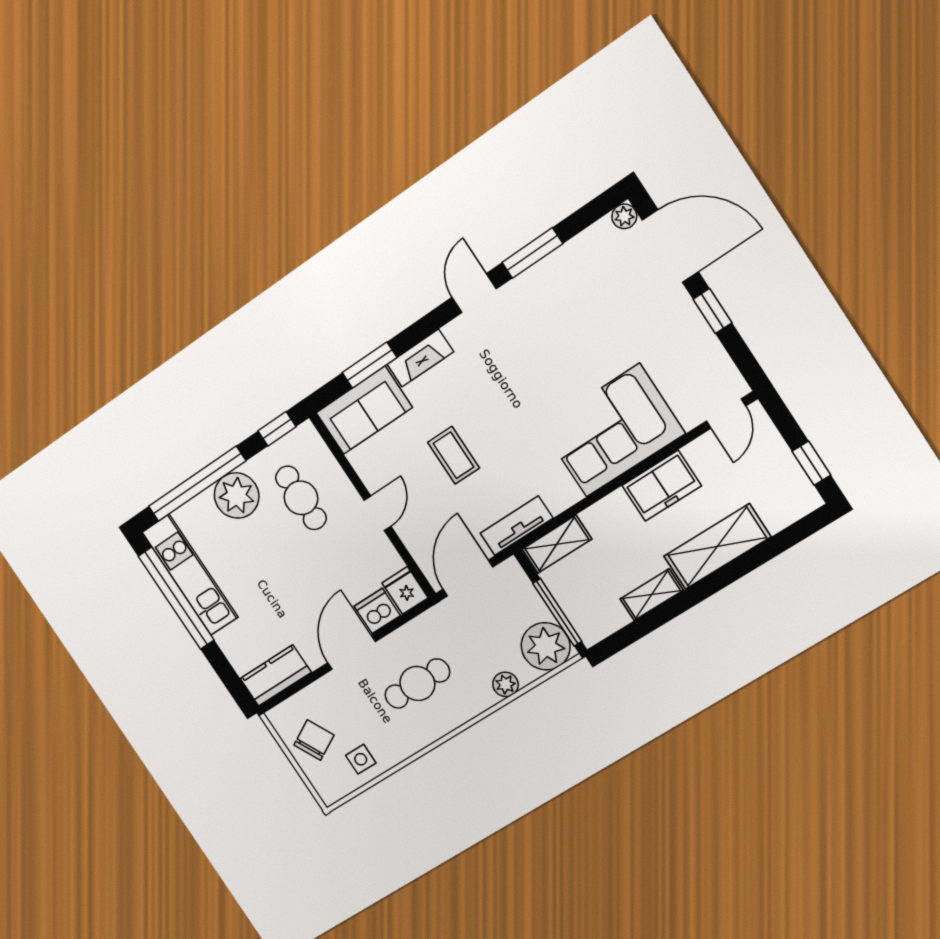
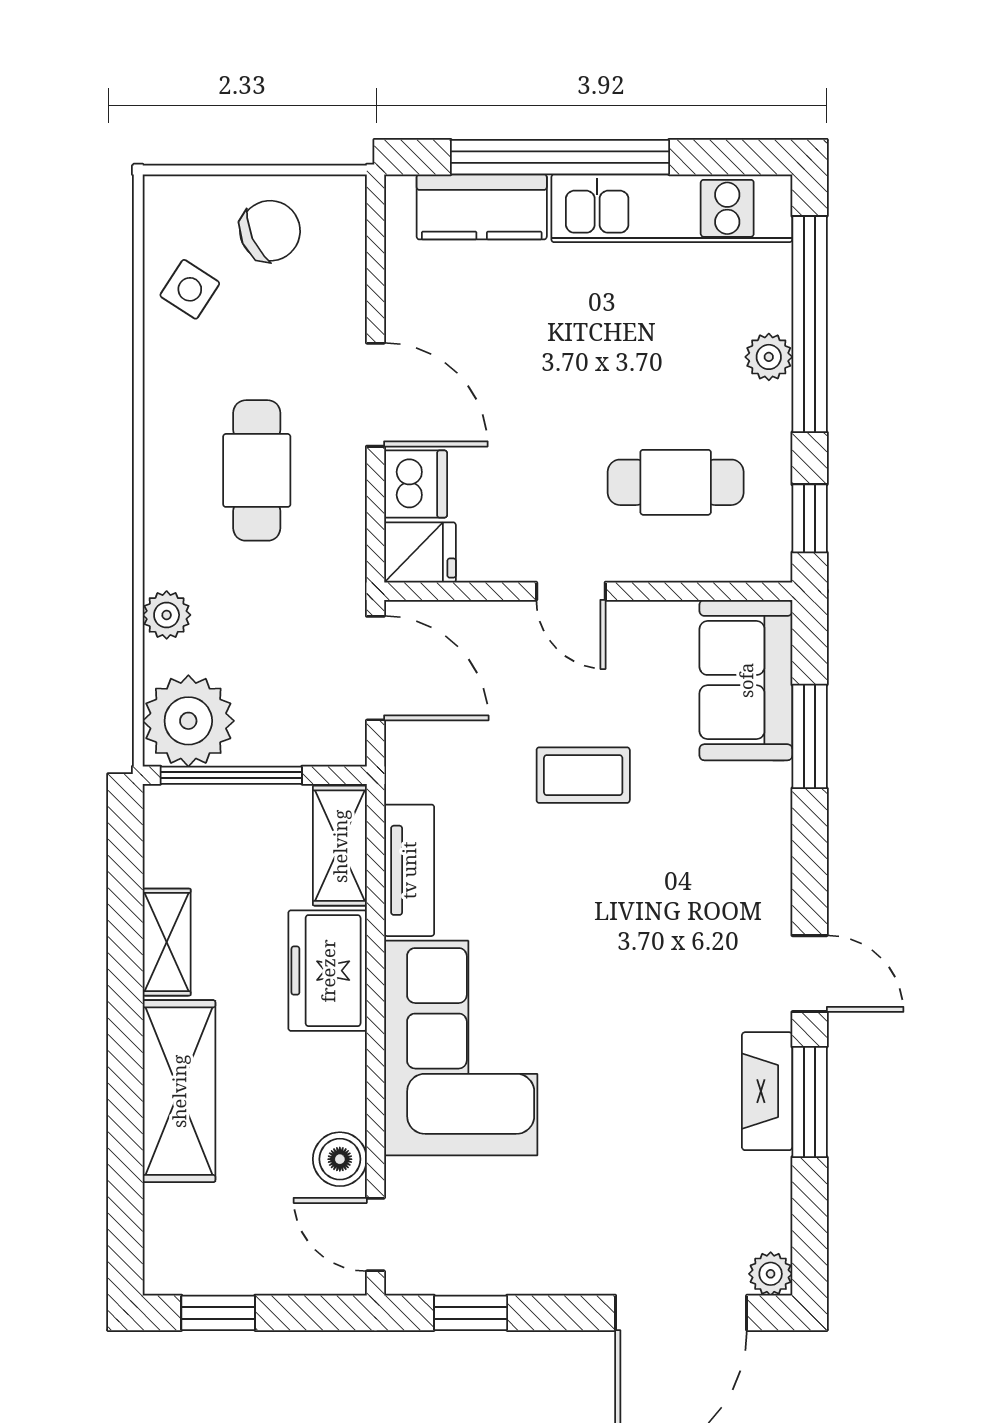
window: (713, 311) -> (471, 1313), moved
fireplace: (420, 358) -> (767, 1091), moved
boiler: (701, 453) -> (340, 1159), added
freezer: (662, 486) -> (328, 971), moved
plant: (237, 496) -> (769, 357), width x0.53, depth x0.53
tv unit: (517, 526) -> (409, 870), moved
window: (176, 598) -> (560, 157), moved
kitchen counter: (276, 676) -> (482, 207), moved, turned 90
chair: (314, 740) -> (270, 231), turned -86
side table: (361, 759) -> (190, 289), turned 33

